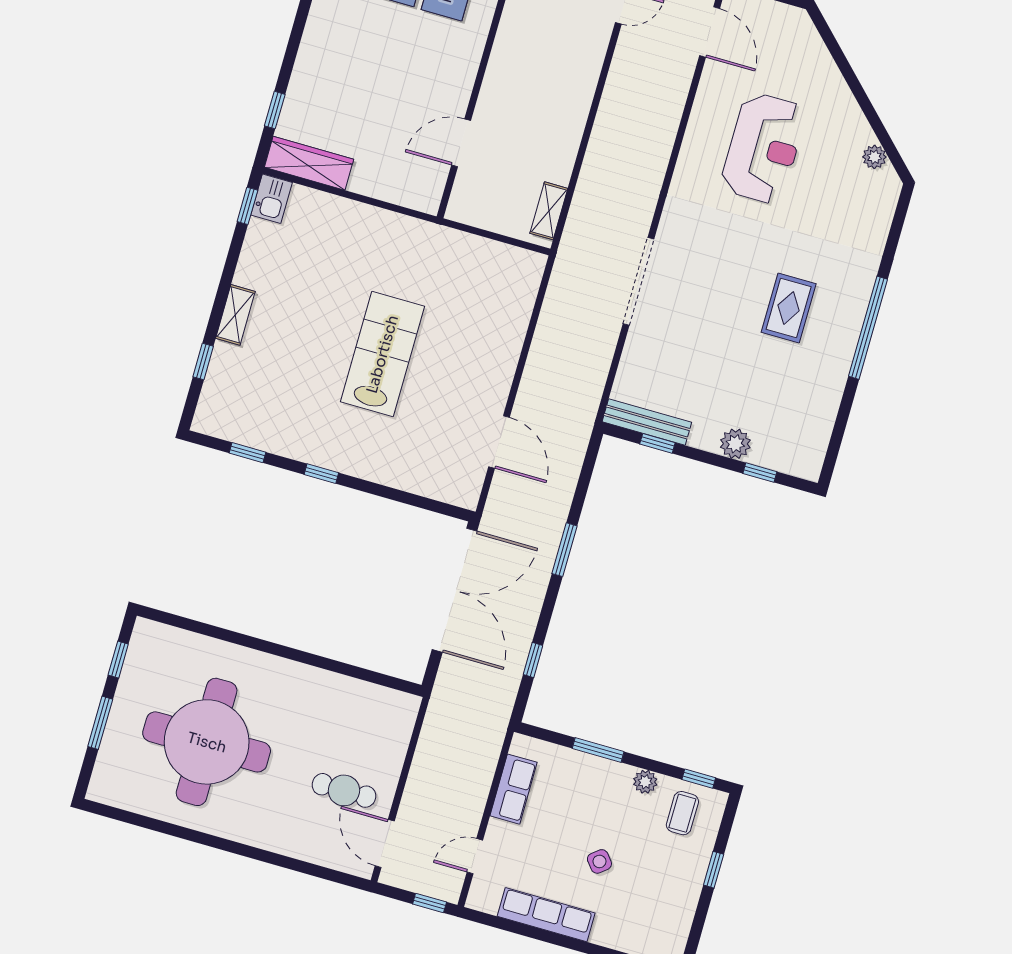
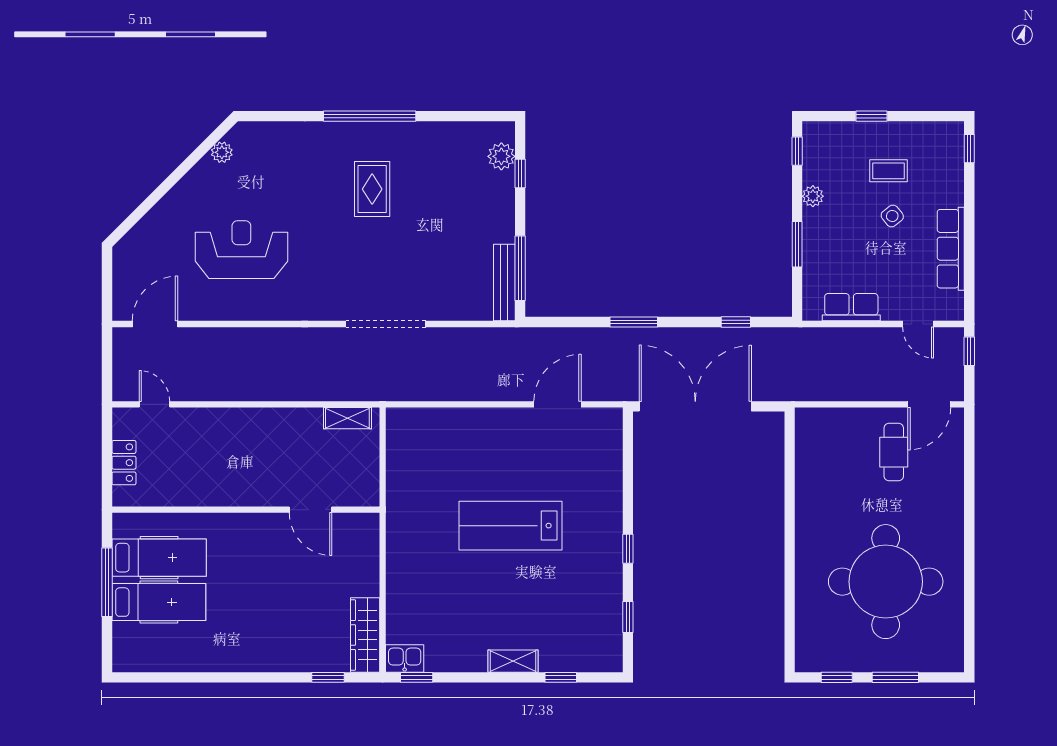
rug: (789, 308) -> (372, 189), turned 90
window: (657, 443) -> (520, 268), width x2.17
plant: (735, 444) -> (501, 156), moved
coffee table: (682, 813) -> (888, 171), moved

